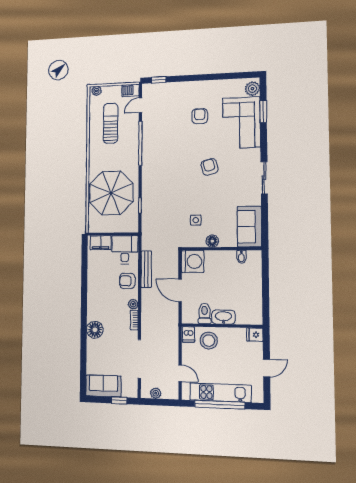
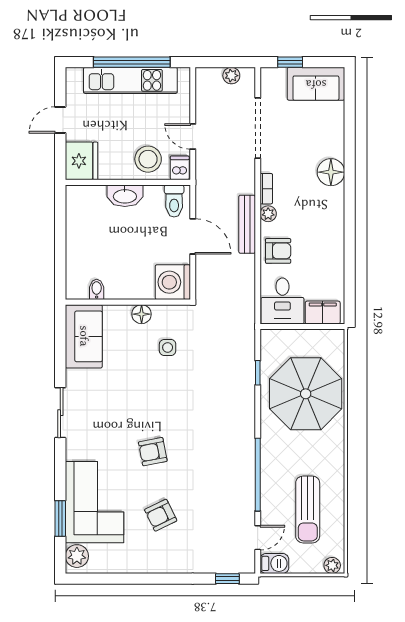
armchair: (200, 116) -> (161, 515), turned 64
armchair: (210, 167) -> (153, 452), moved, turned 94
bench: (146, 269) -> (247, 224), moved
toilet: (205, 313) -> (174, 201), moved
fridge: (255, 335) -> (82, 161), width x1.88, depth x1.34
door: (180, 373) -> (193, 137), moved

